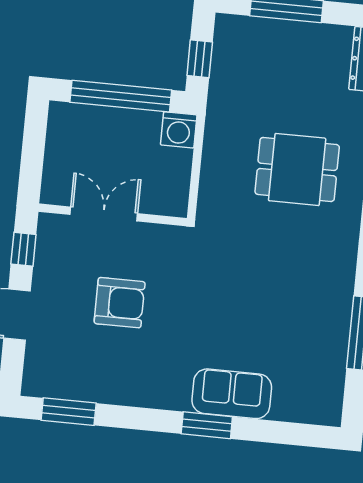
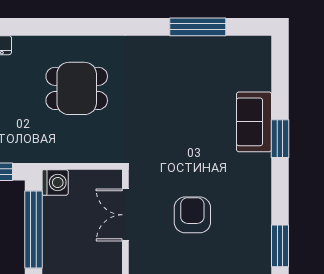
dining table: (297, 169) -> (77, 88), turned 90
double door: (104, 214) -> (125, 215), moved

